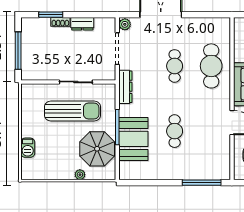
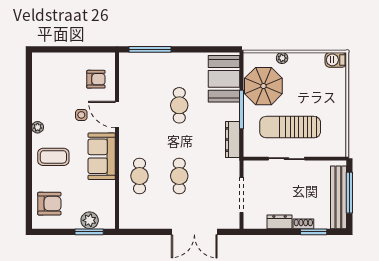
plant: (125, 24) -> (233, 221), removed
bench: (28, 46) -> (338, 197), added
cafe table: (211, 66) -> (139, 176), width x0.73, depth x0.74
dresser: (125, 87) -> (233, 140), moved
booth: (133, 139) -> (224, 79), moved
barbecue: (28, 148) -> (336, 60), moved, turned -90

